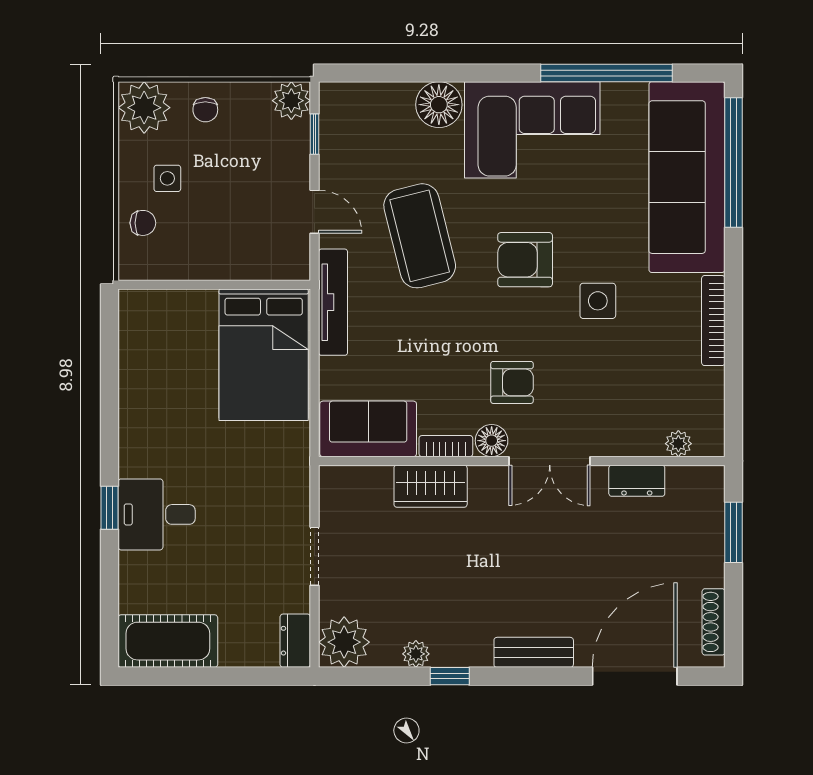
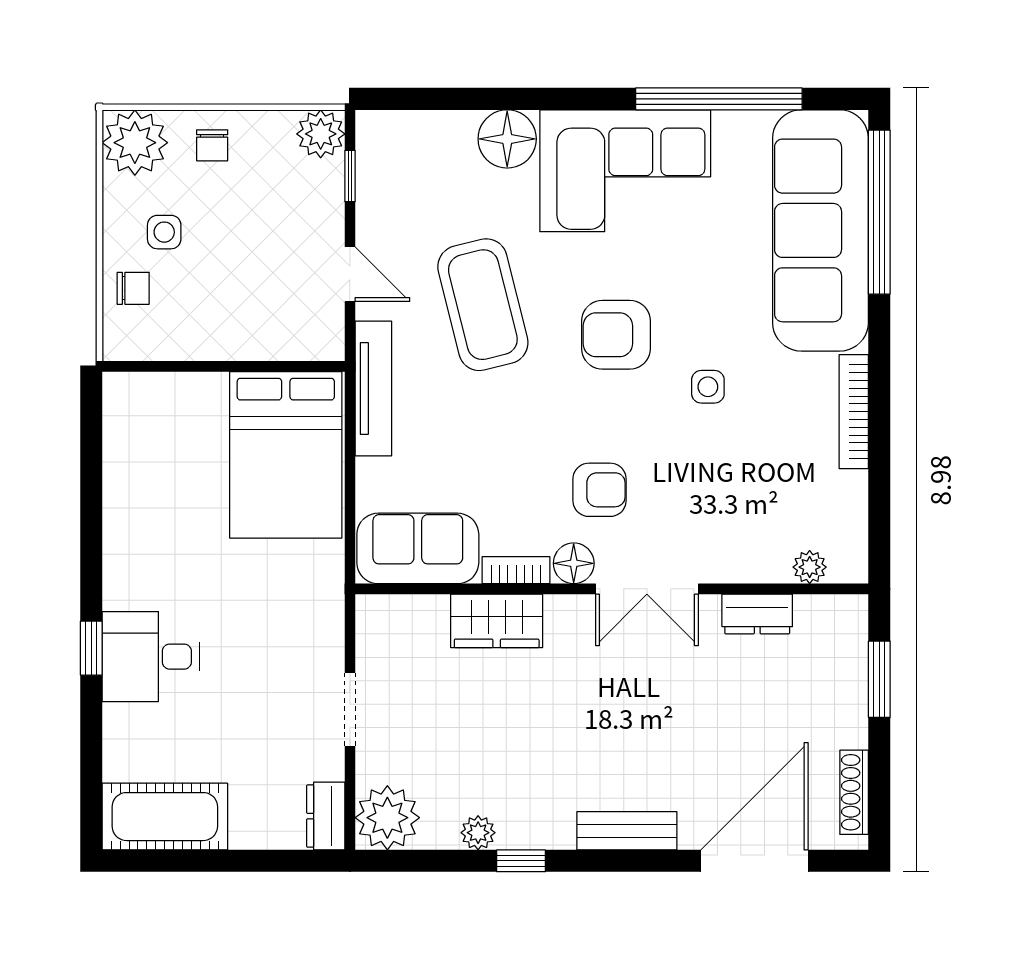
side table: (598, 301) -> (708, 387), width x0.73, depth x0.73

